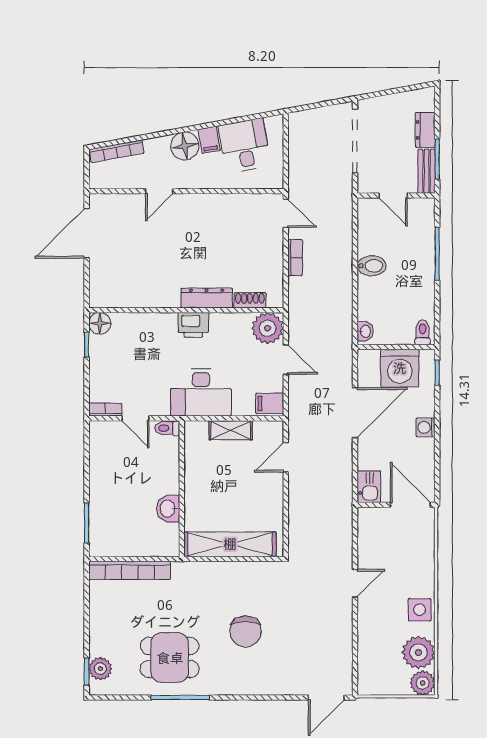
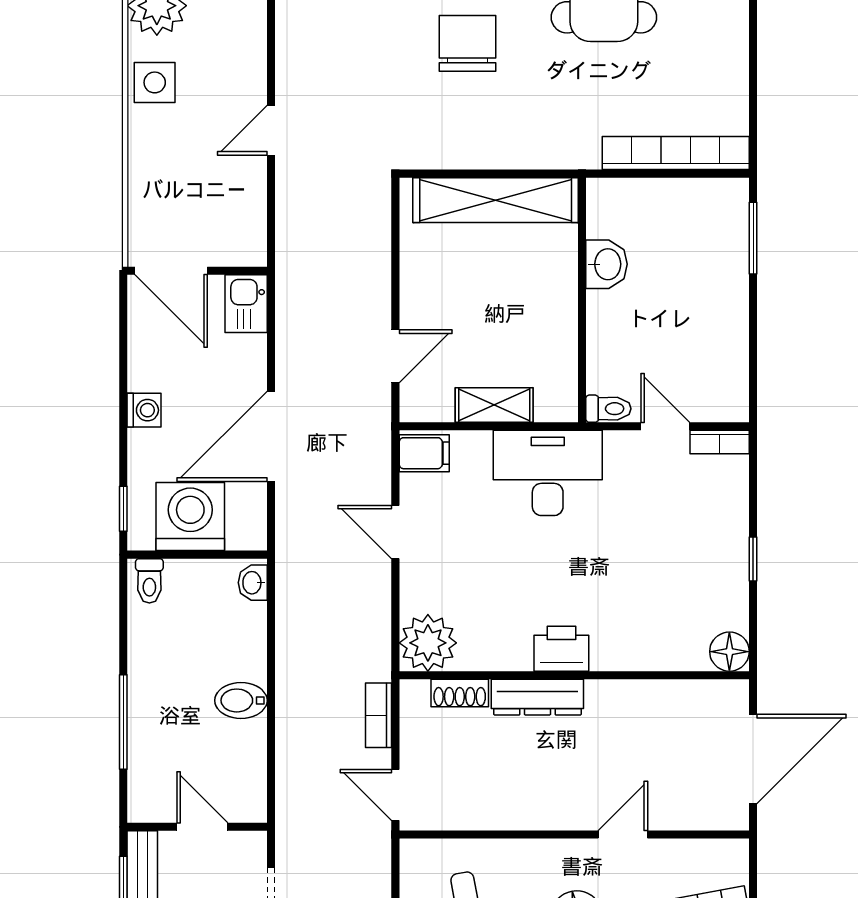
dresser: (207, 298) -> (537, 697), moved
shoe rack: (250, 300) -> (460, 693), moved
wall: (186, 310) -> (574, 675), moved
floor lamp: (100, 323) -> (729, 652), moved
printer: (193, 325) -> (561, 649), moved
plant: (268, 328) -> (428, 643), moved

